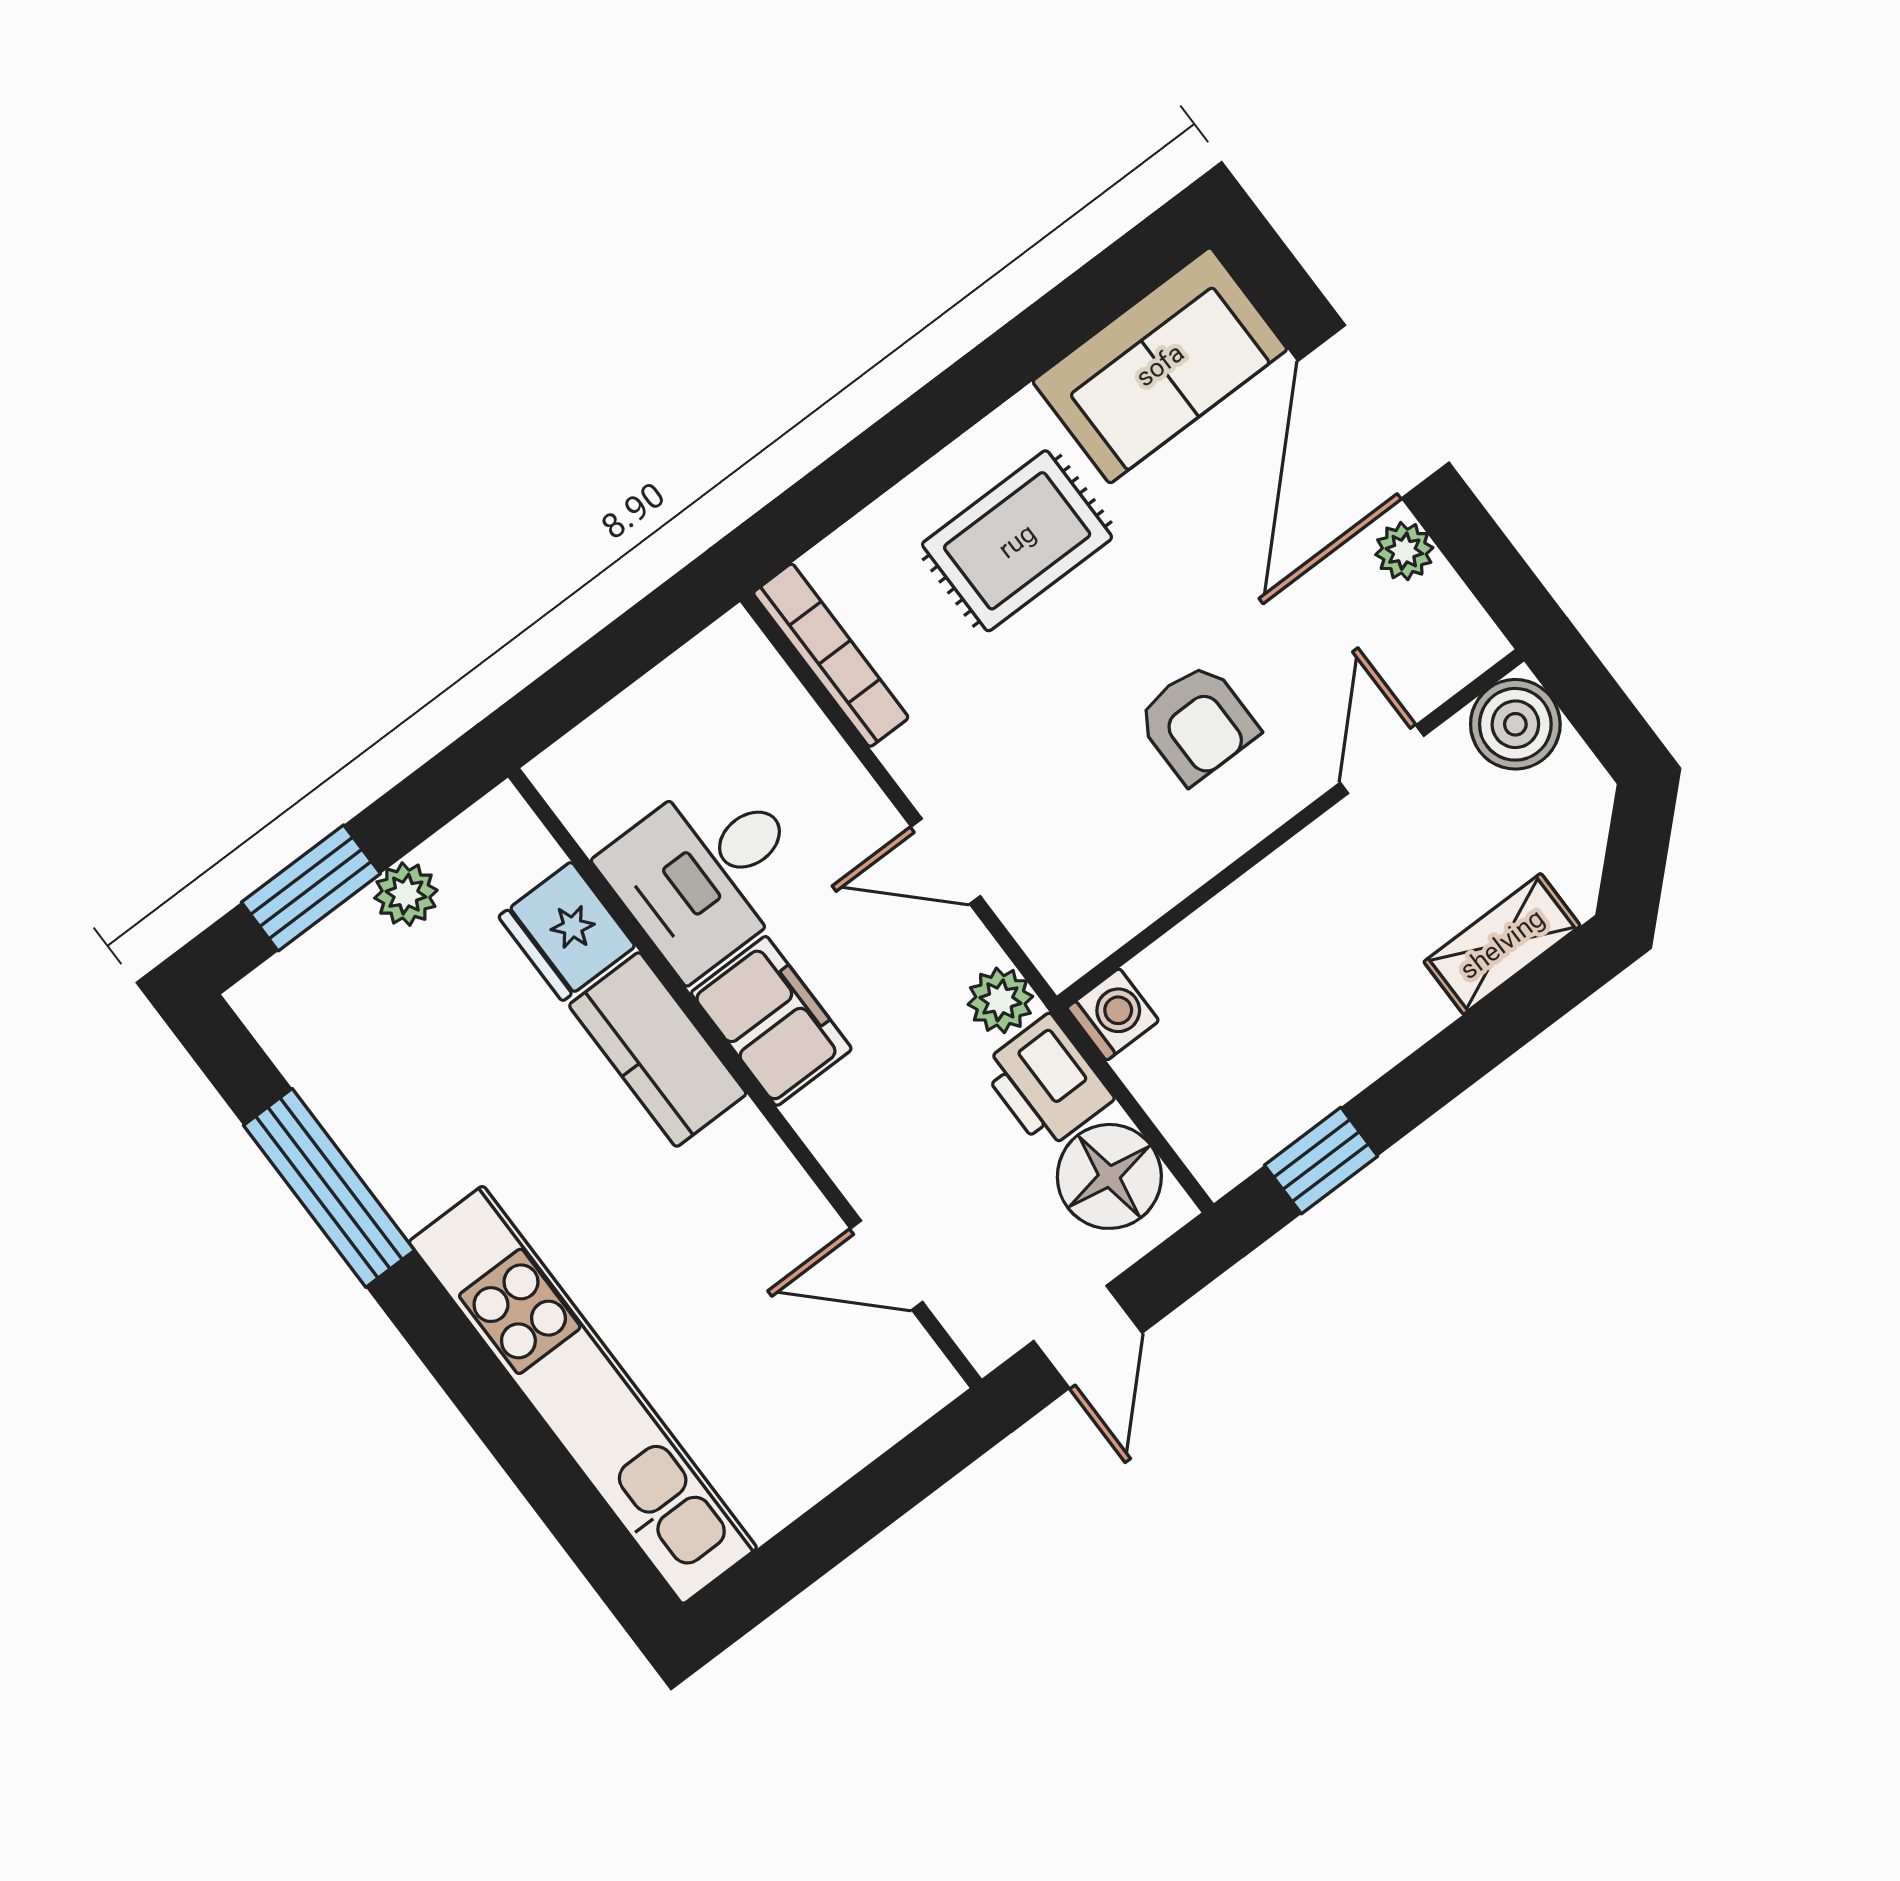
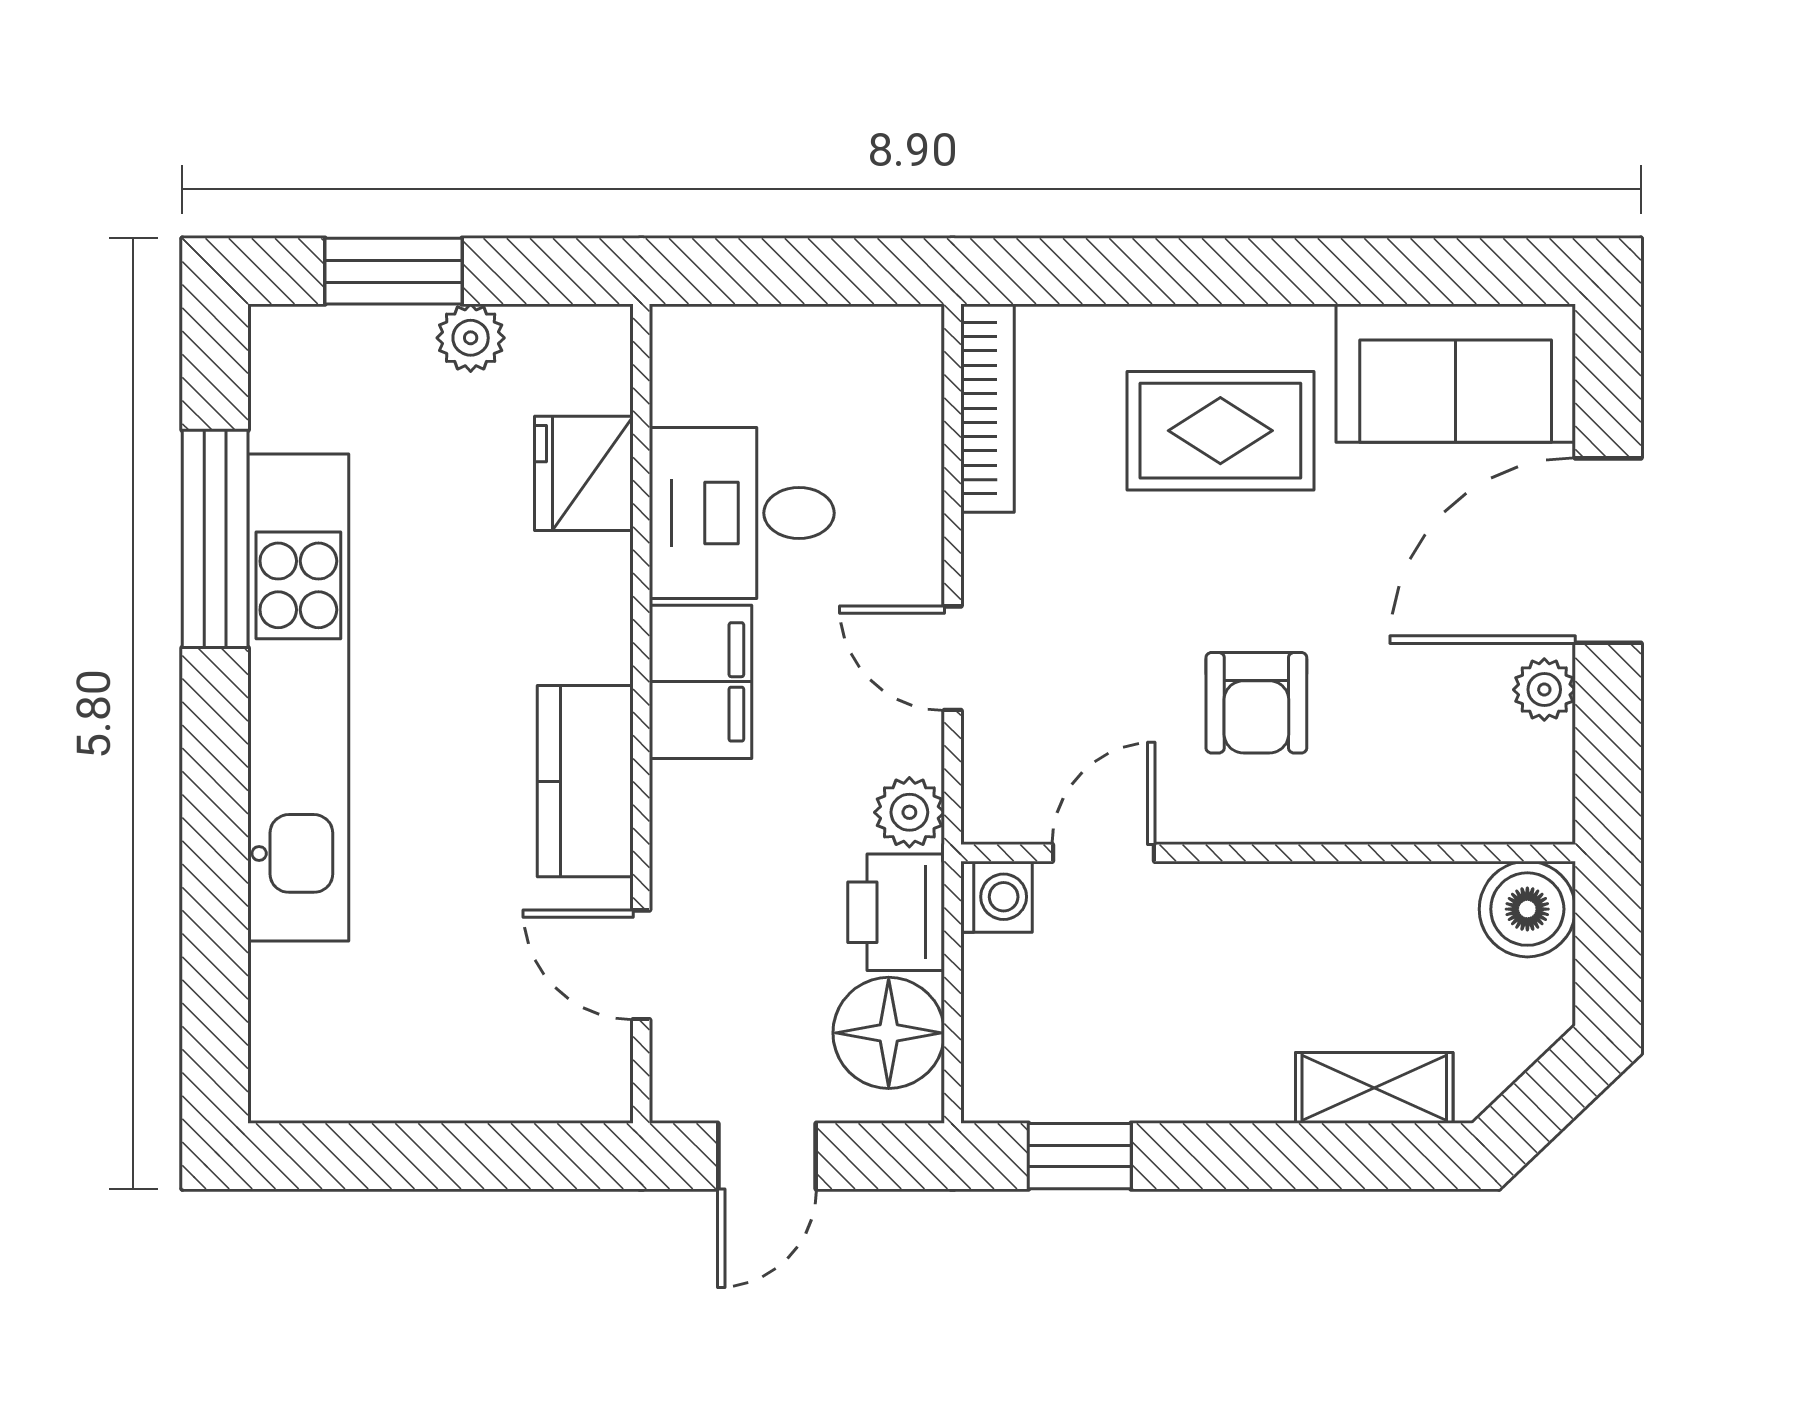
door: (1382, 759) -> (1104, 853), moved
kitchen counter: (658, 1049) -> (585, 781), moved
kitchen unit: (583, 1395) -> (298, 697), moved

